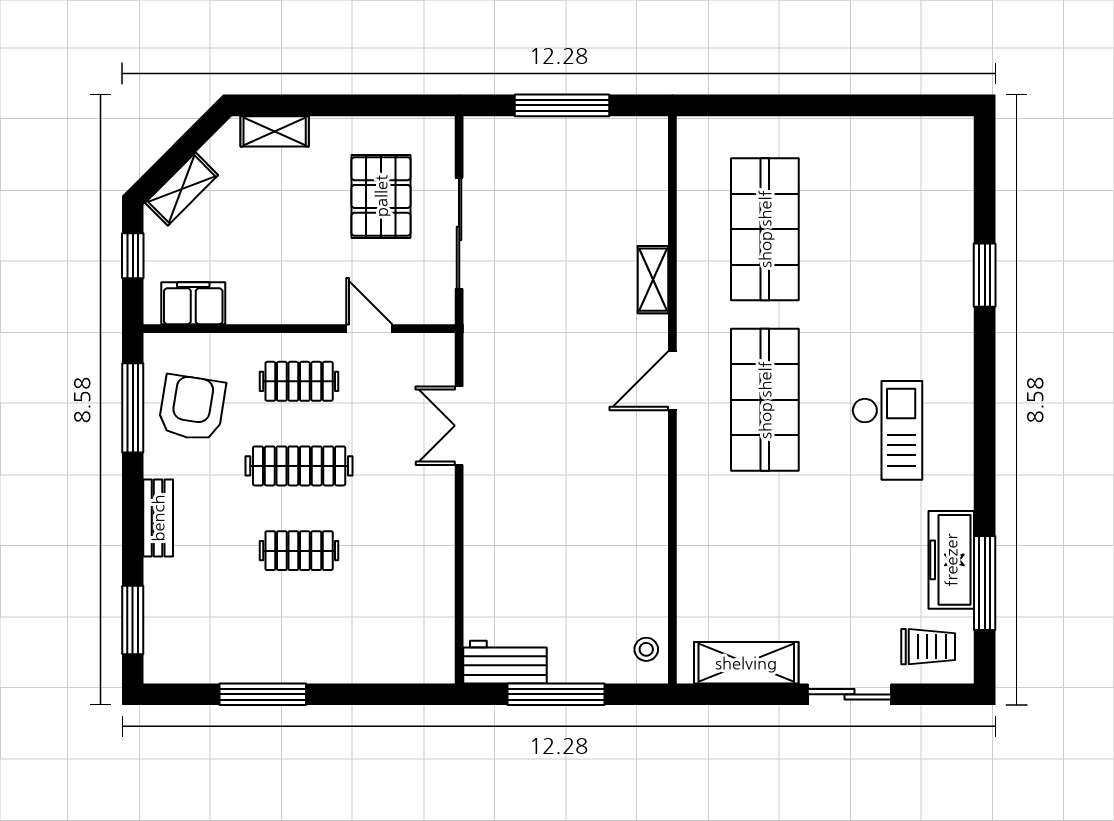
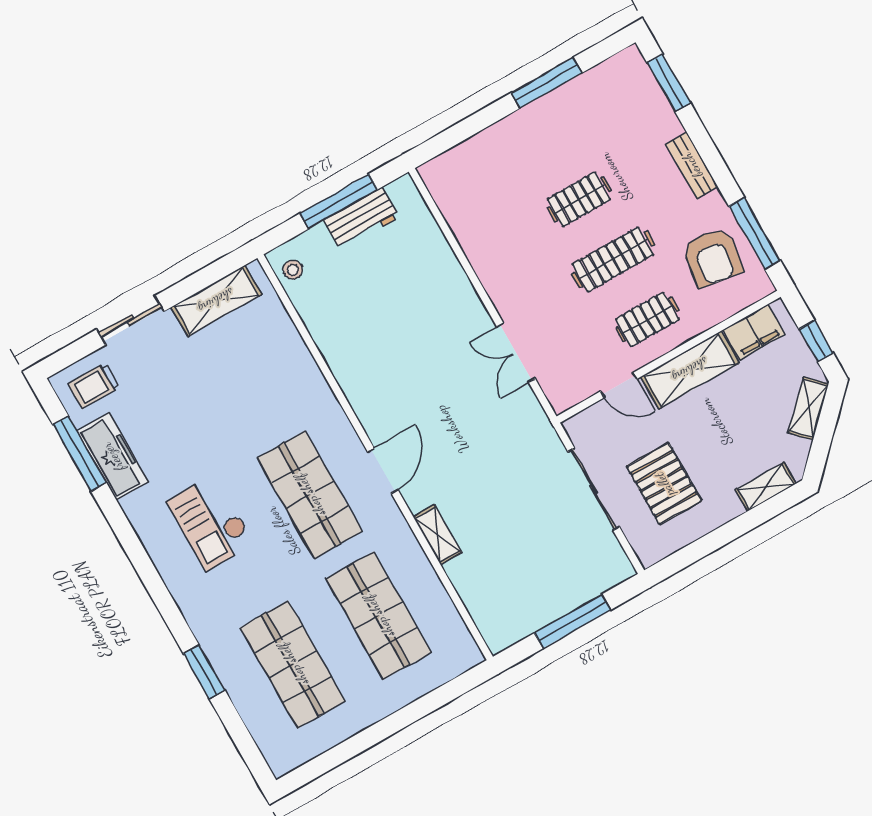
shop shelf: (886, 229) -> (293, 664), added
shelving: (285, 302) -> (690, 370), added
double door: (459, 426) -> (516, 353), swing flipped
workbench: (505, 662) -> (361, 219), moved

